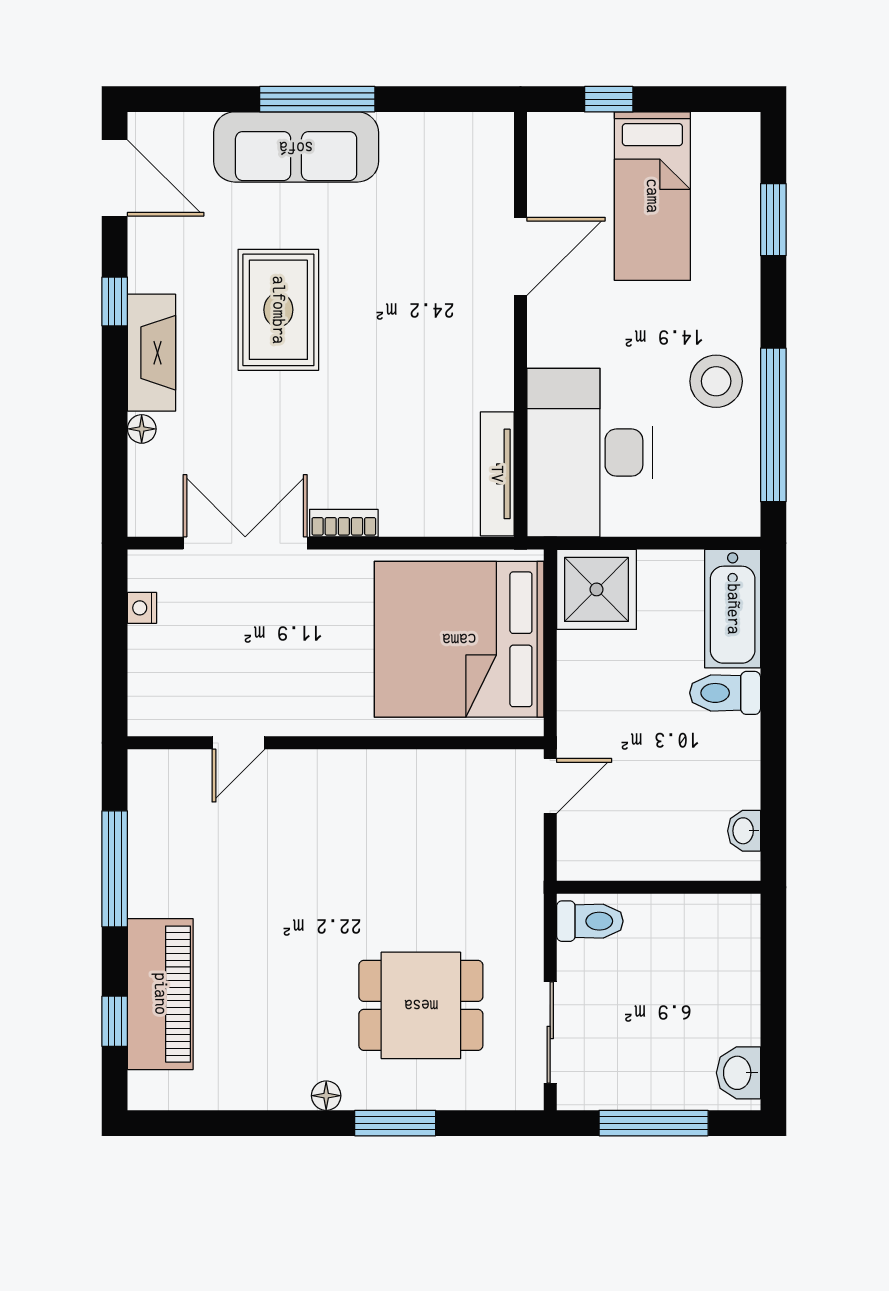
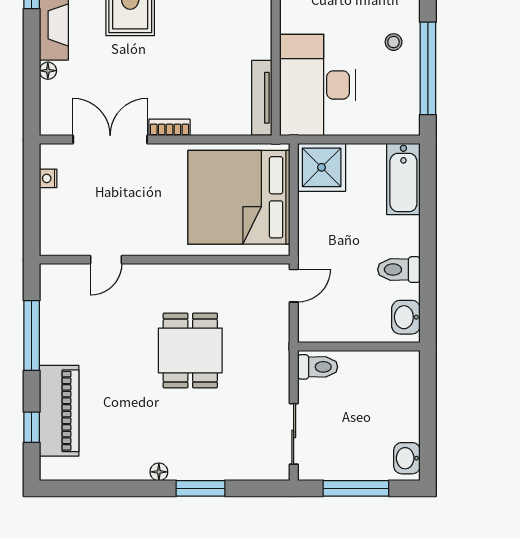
stool: (716, 381) -> (394, 42), width x0.53, depth x0.53
toilet: (725, 693) -> (399, 270), moved
washbasin: (744, 831) -> (406, 317), width x1.38, depth x1.45
dining table: (421, 1005) -> (190, 350), moved, turned 90

